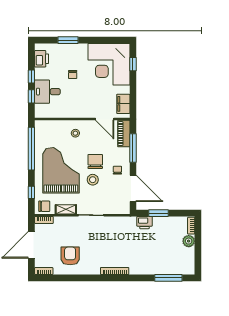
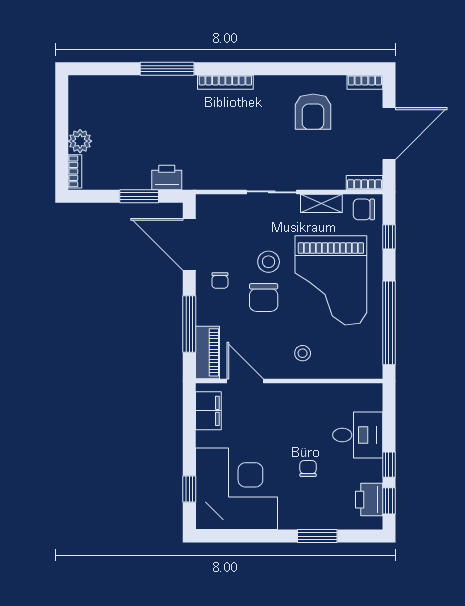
window: (31, 96) -> (389, 501), moved
window: (168, 278) -> (167, 69), moved

